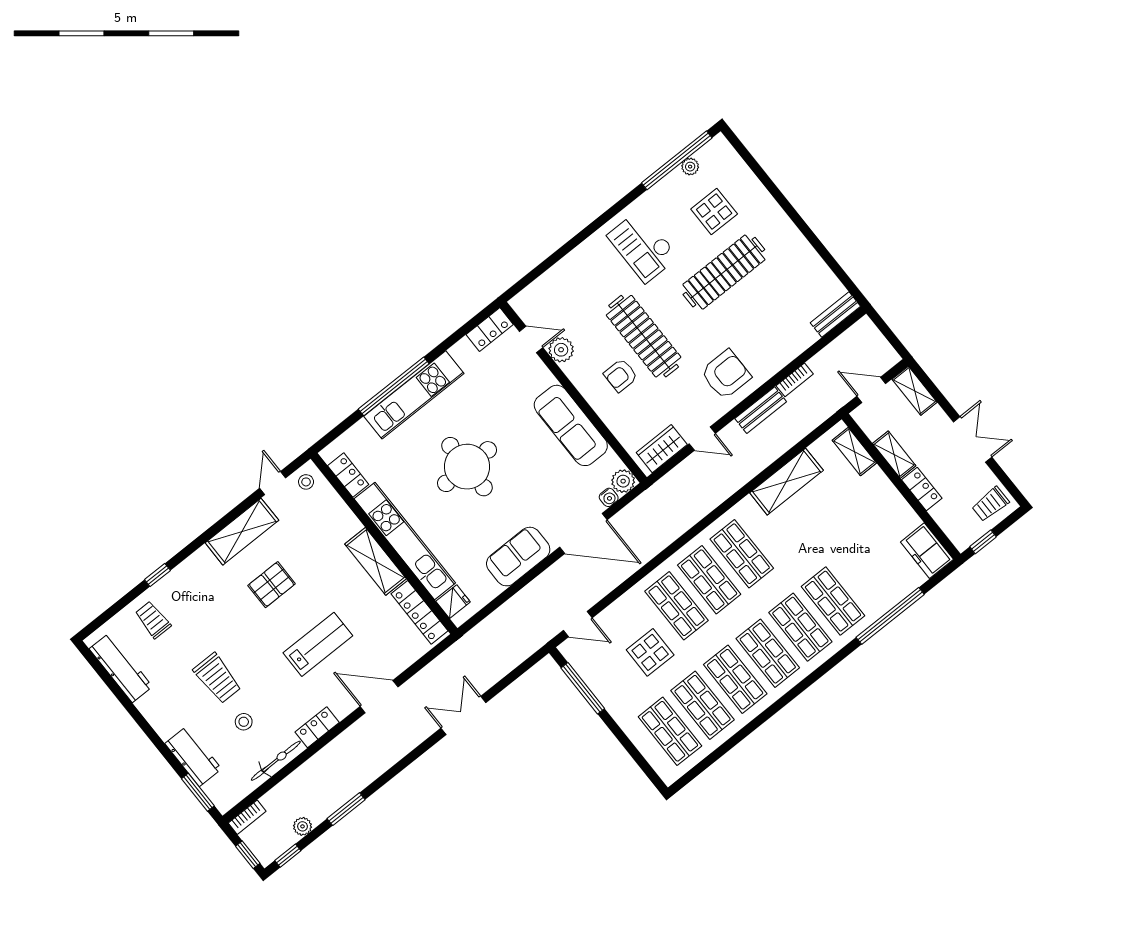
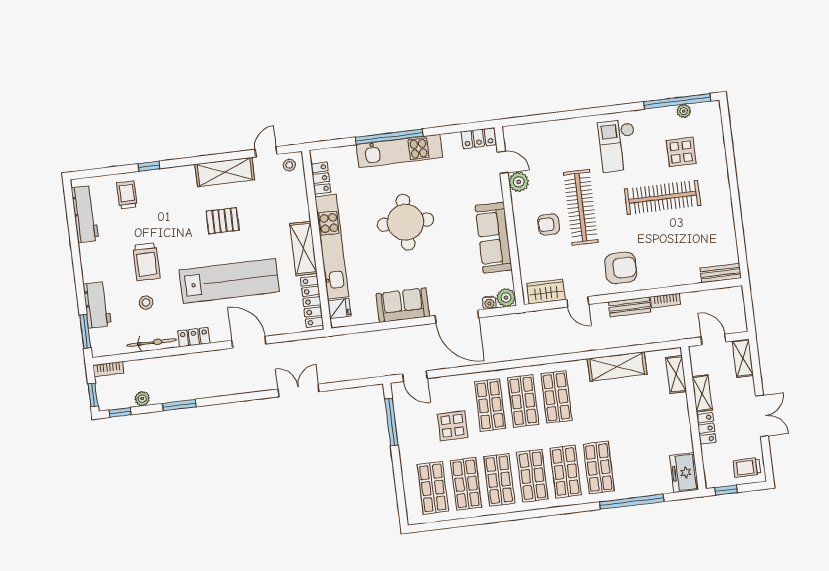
lab bench: (318, 644) -> (229, 281), width x1.86, depth x1.39

